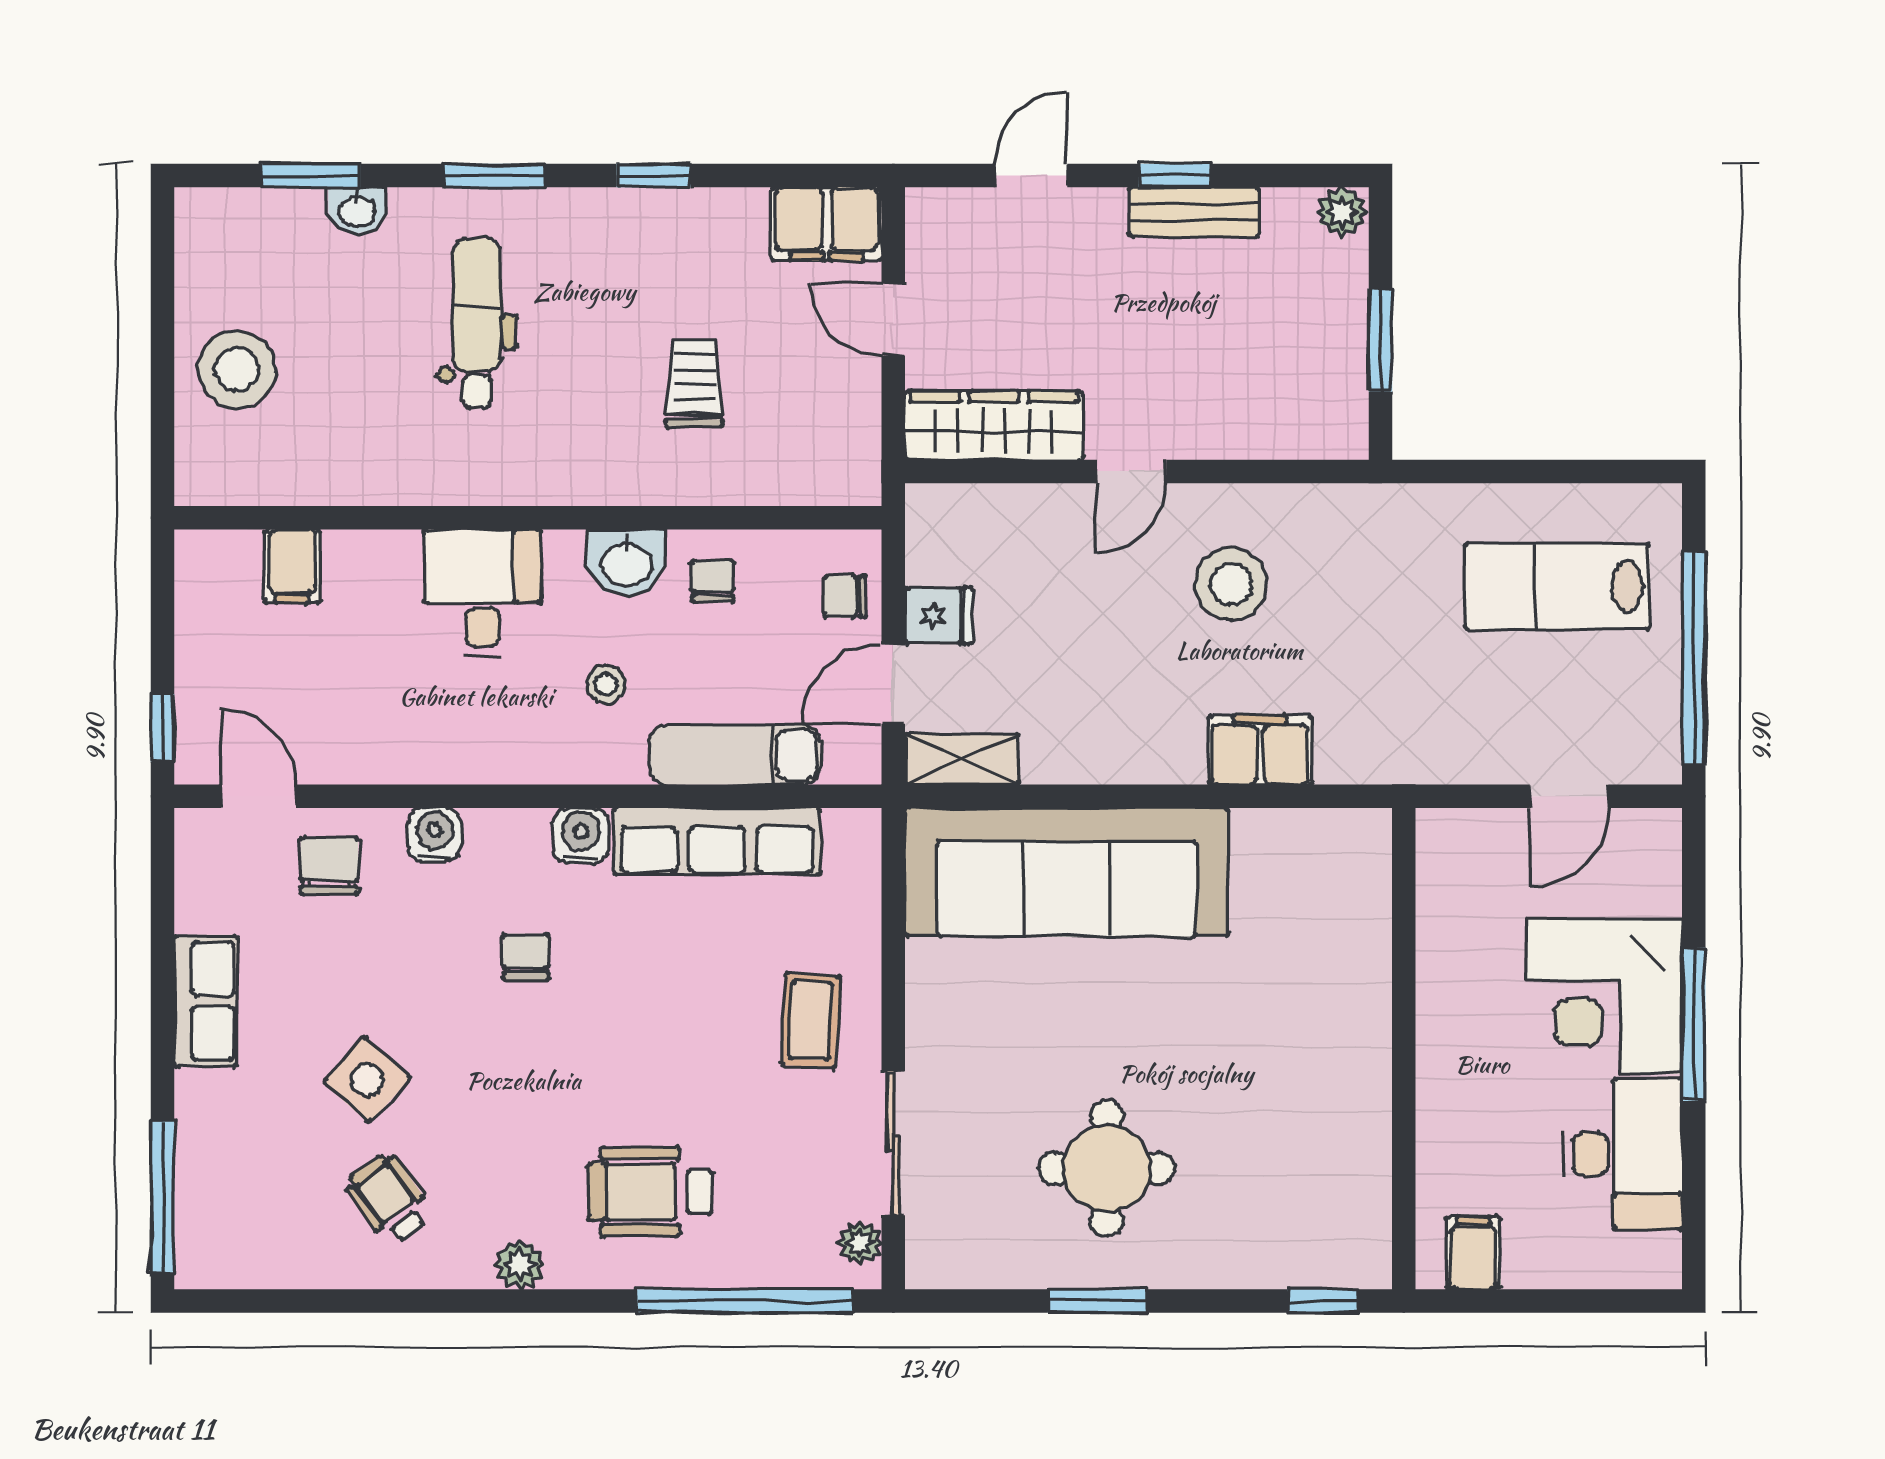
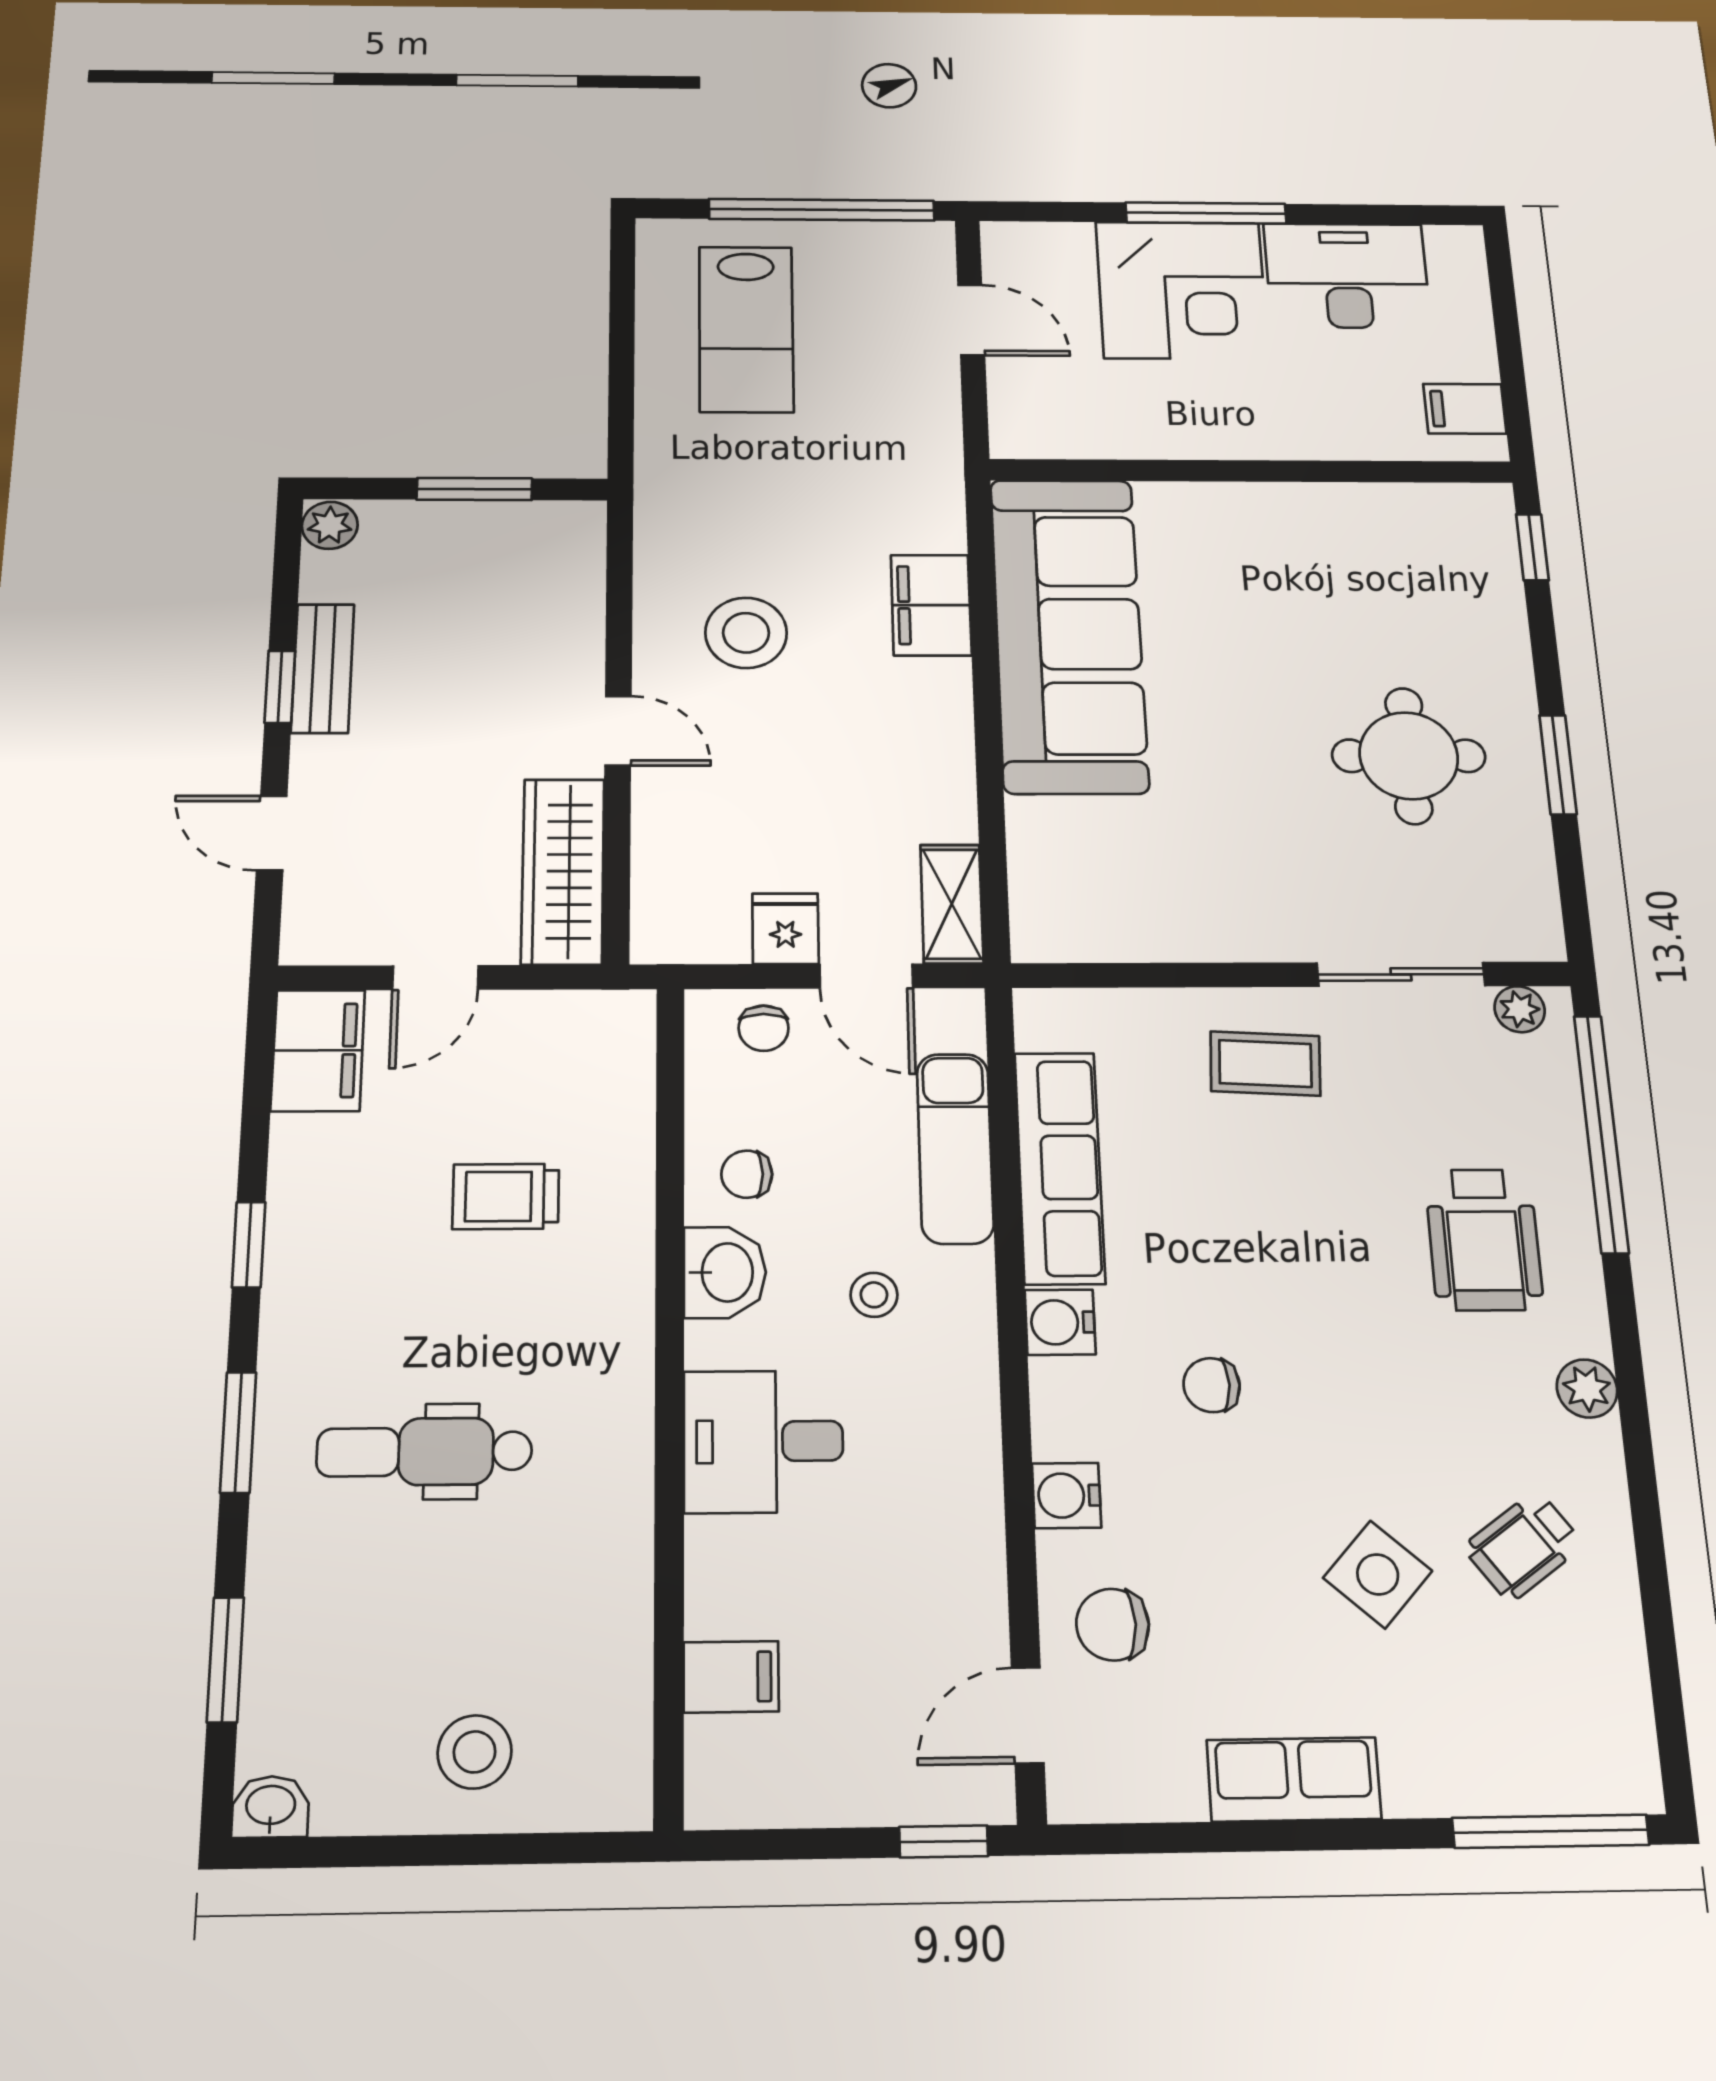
washbasin: (357, 210) -> (271, 1807), moved, turned -90
stool: (237, 369) -> (475, 1752), width x0.73, depth x0.73
sofa: (1067, 872) -> (1068, 634), moved

